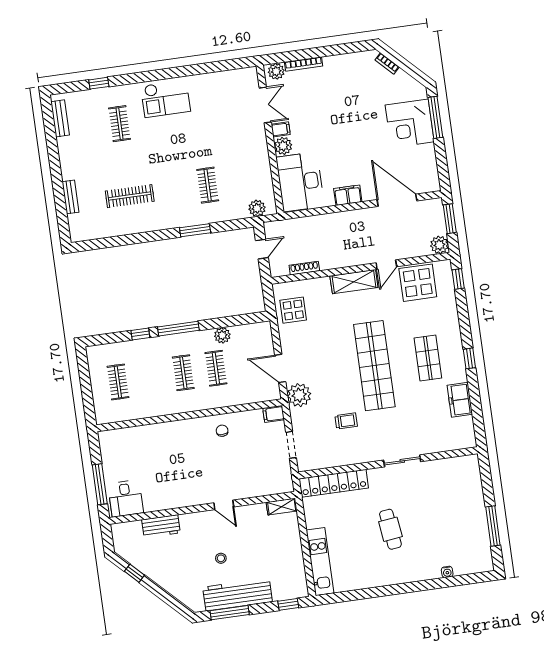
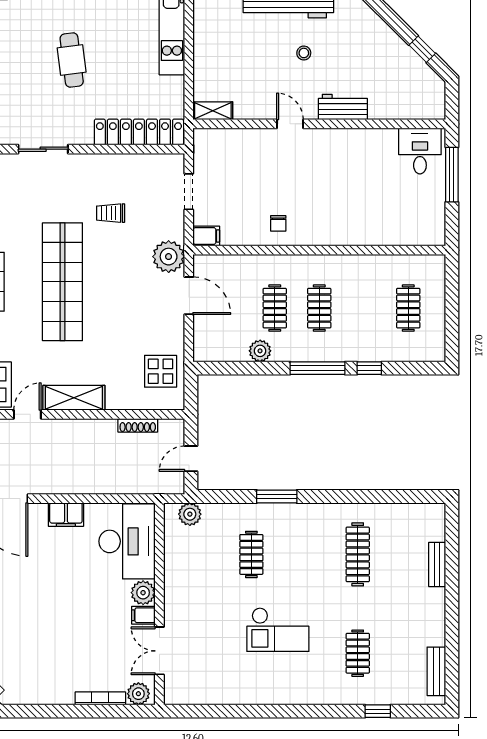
checkout: (166, 99) -> (278, 630), moved, turned 180
clothes rail: (130, 196) -> (358, 554), turned 90
workbench: (161, 526) -> (343, 107), moved

